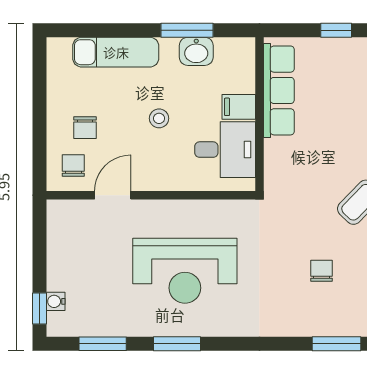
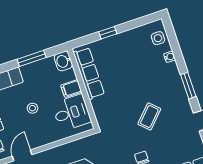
washbasin: (196, 51) -> (63, 61), moved, turned 90

